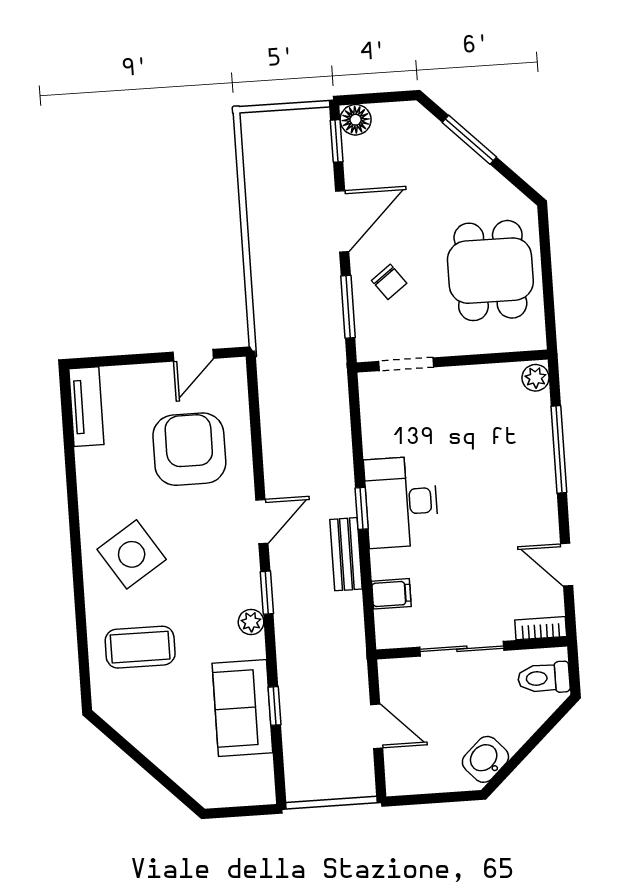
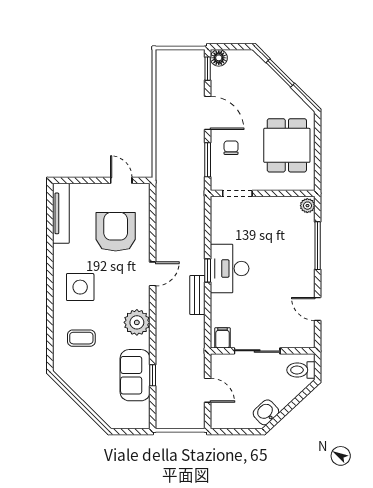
door: (342, 221) -> (208, 113), hinge flipped
chair: (389, 282) -> (231, 148), turned -143
door: (193, 355) -> (121, 180), swing flipped
tv unit: (86, 407) -> (61, 213), width x1.41
side table: (132, 554) -> (80, 287), turned 33
window: (267, 593) -> (153, 313), removed
filing cabinet: (391, 594) -> (222, 338), moved, turned -90
plant: (251, 622) -> (137, 322), width x1.87, depth x1.87
bookcase: (541, 628) -> (301, 343), removed
coffee table: (140, 647) -> (81, 338), width x0.73, depth x0.77

